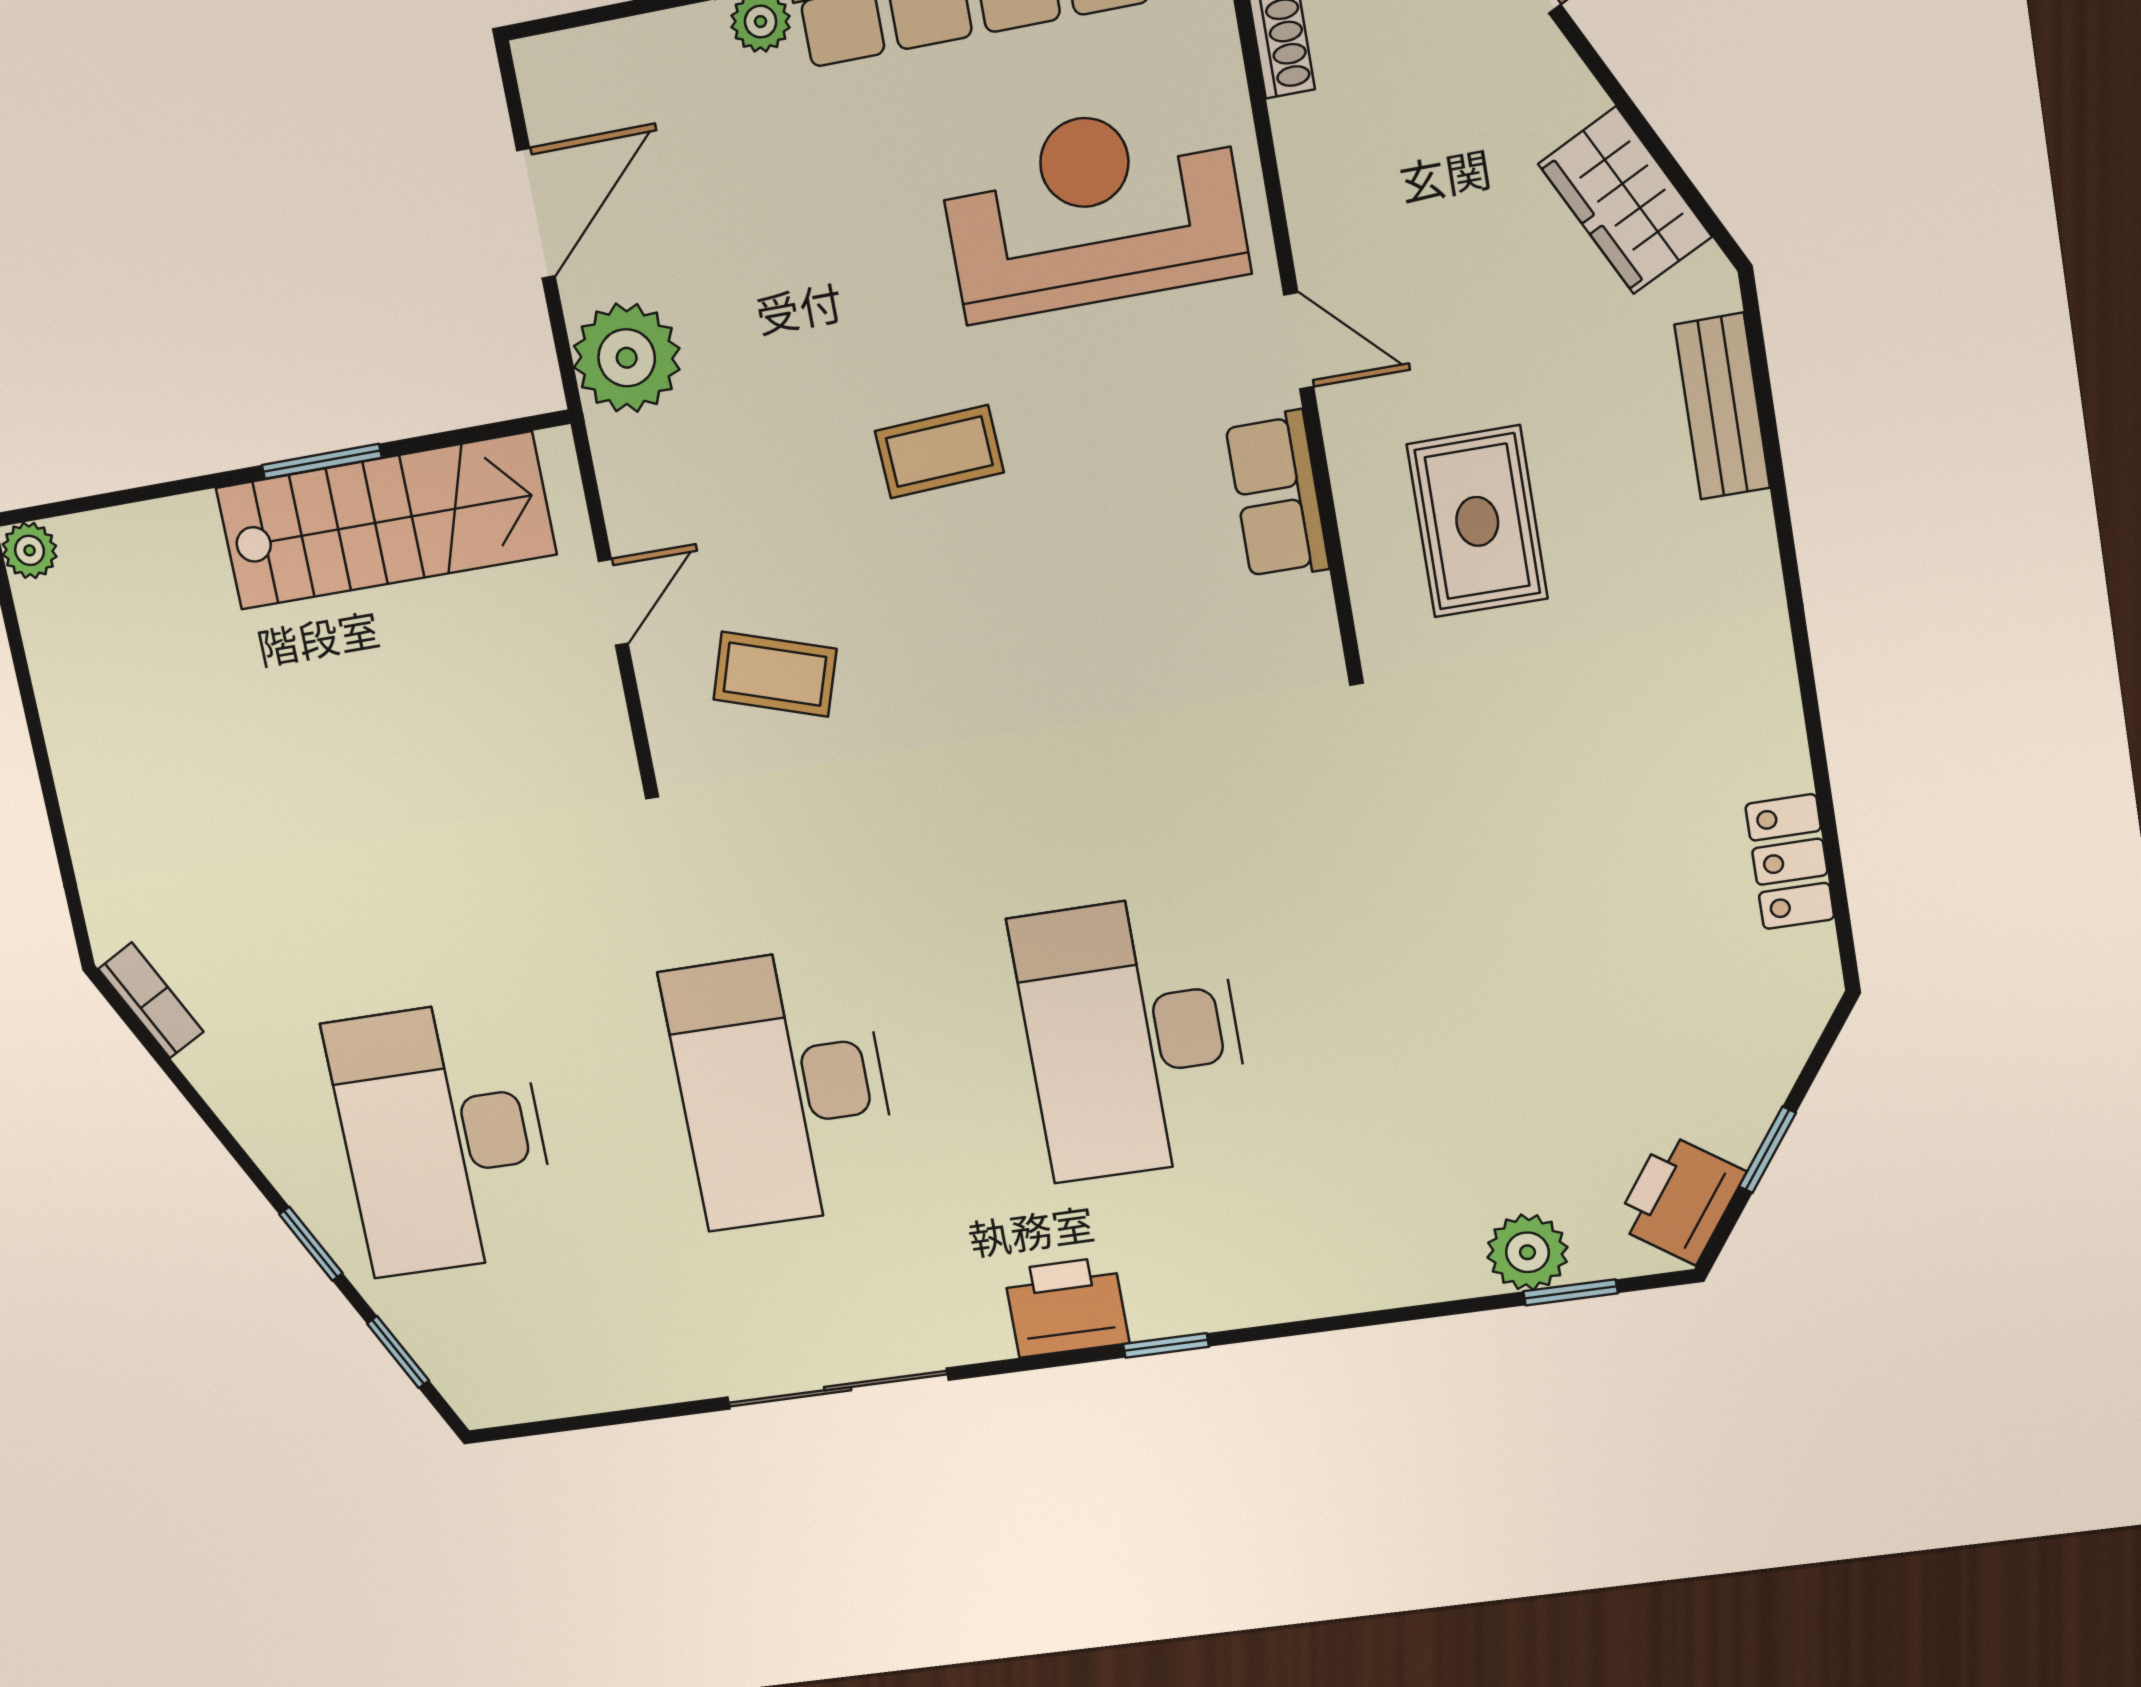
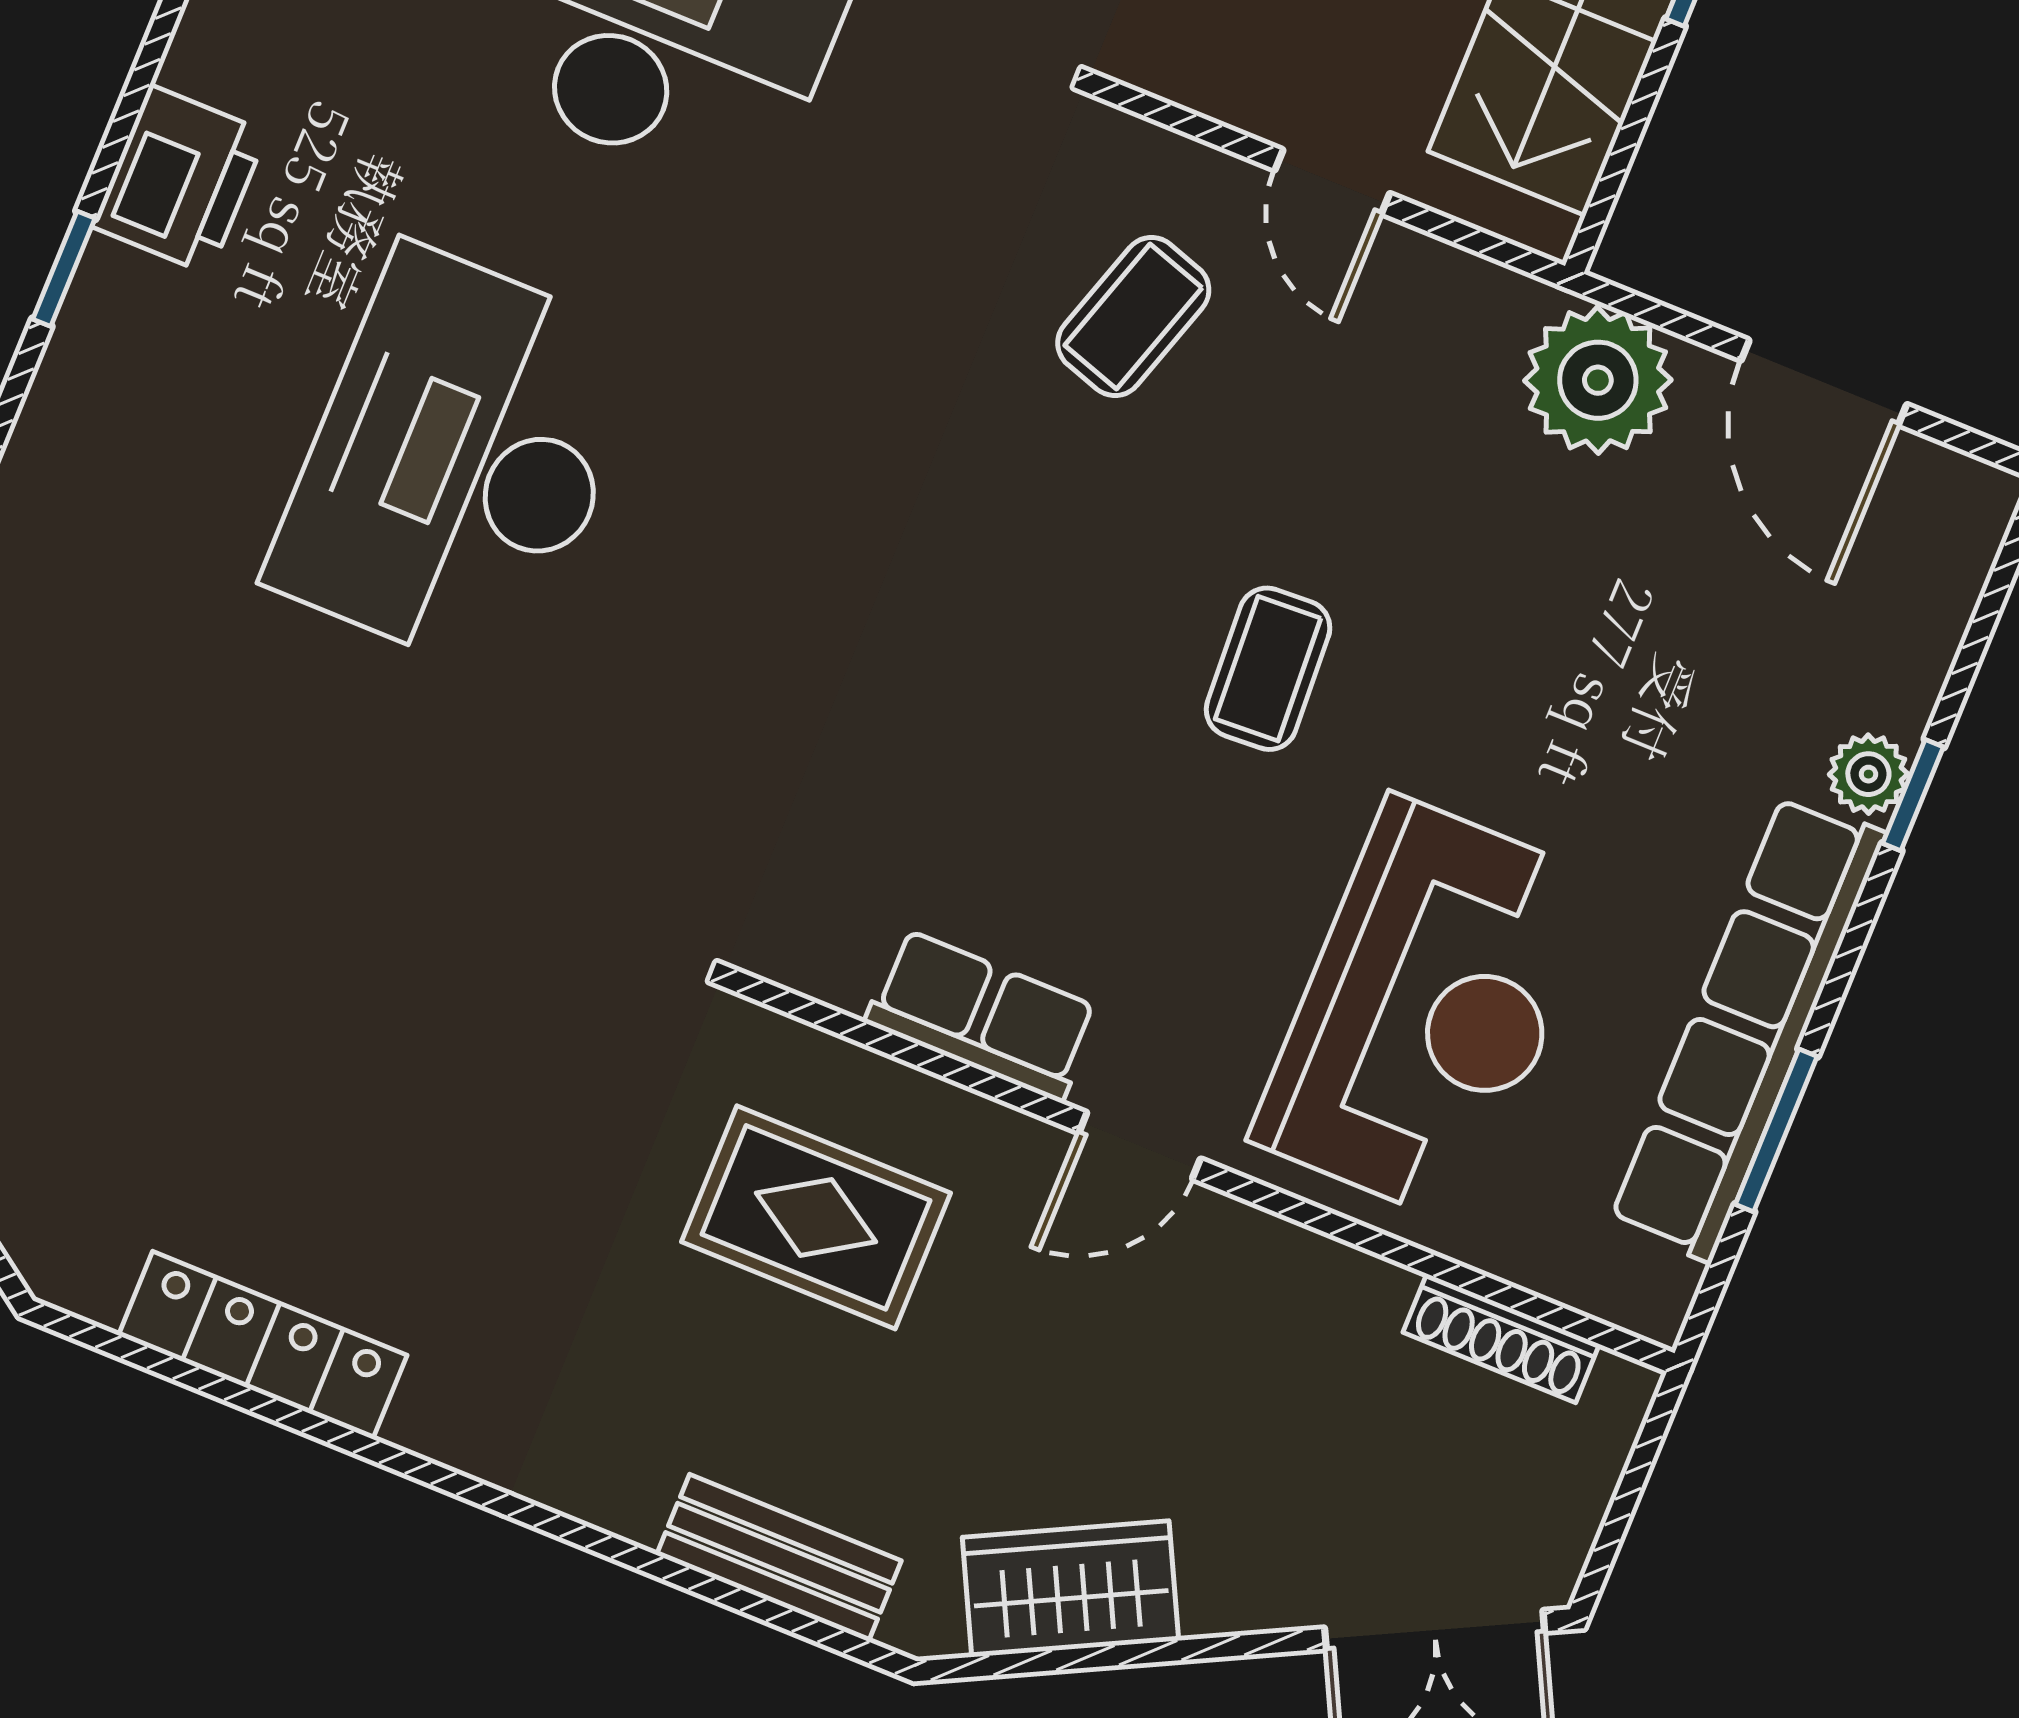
locker: (1790, 862) -> (263, 1345), width x1.53
desk: (1132, 1037) -> (458, 462), turned -90

